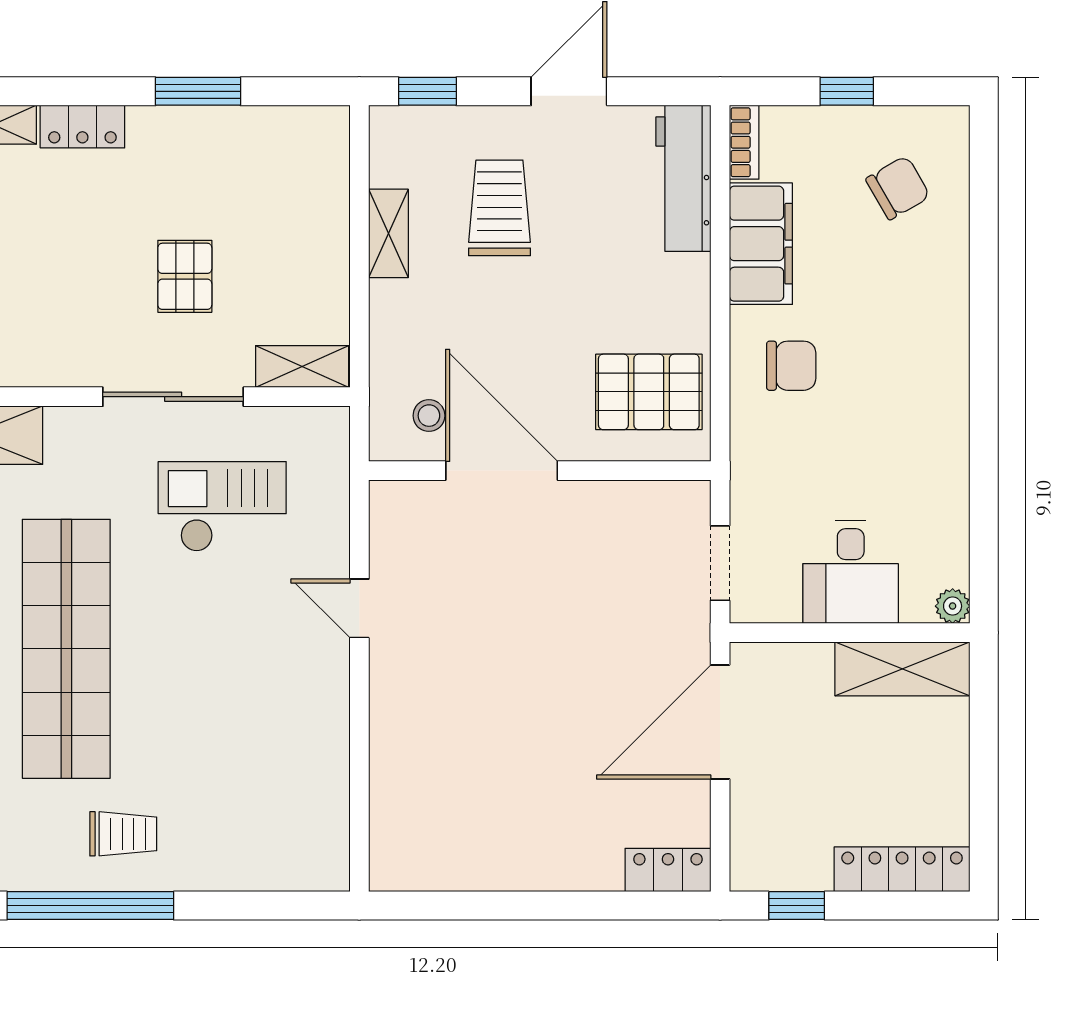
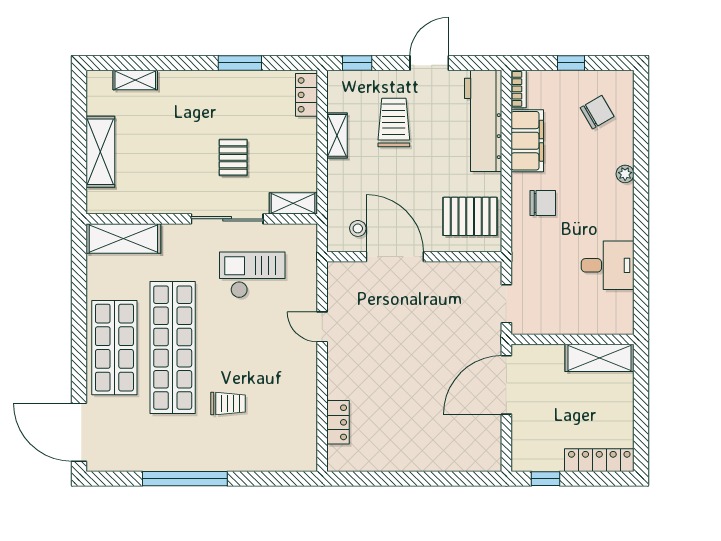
locker: (82, 127) -> (307, 95), moved, turned 90
workbench: (683, 178) -> (483, 121), width x1.36, depth x1.32
desk: (851, 572) -> (608, 265), moved, turned -90
plant: (953, 606) -> (625, 174), moved
trolley: (123, 834) -> (228, 403), moved
locker: (668, 870) -> (338, 422), moved, turned 90

